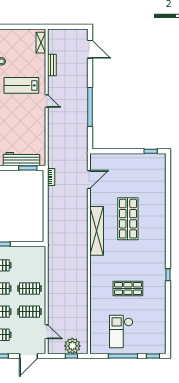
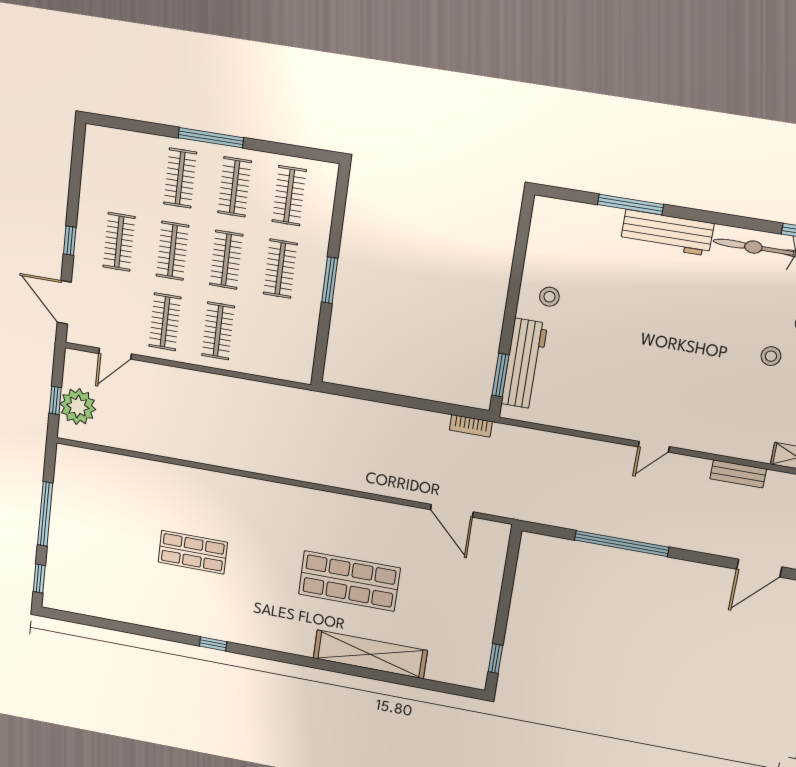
lab bench: (21, 85) -> (703, 394), removed
shelving: (97, 231) -> (370, 654), moved
shop shelf: (128, 289) -> (193, 552), turned 90
checkout: (121, 331) -> (99, 520), removed

